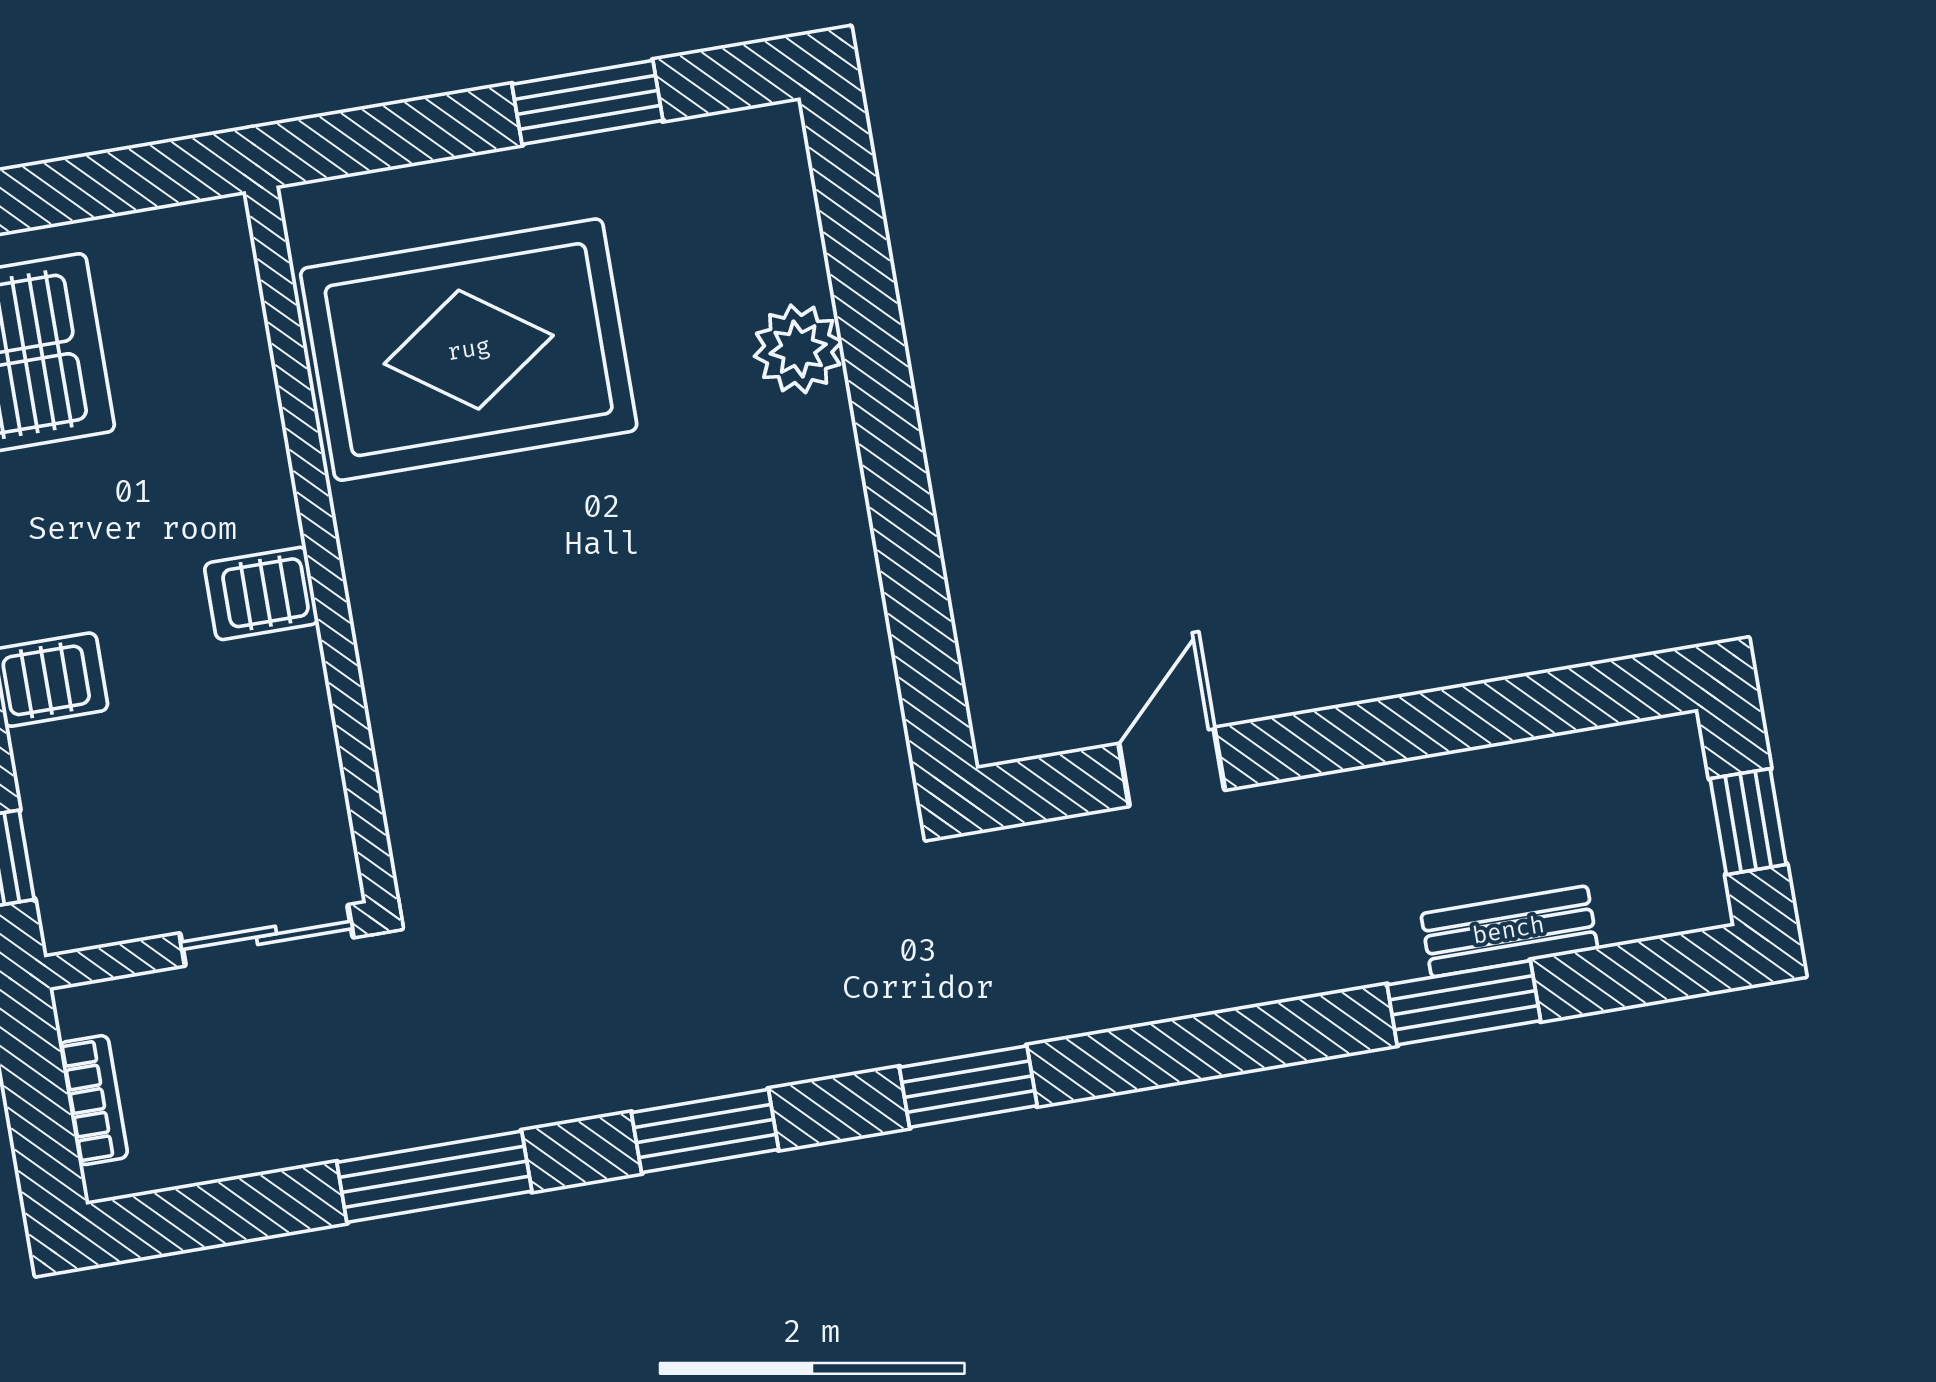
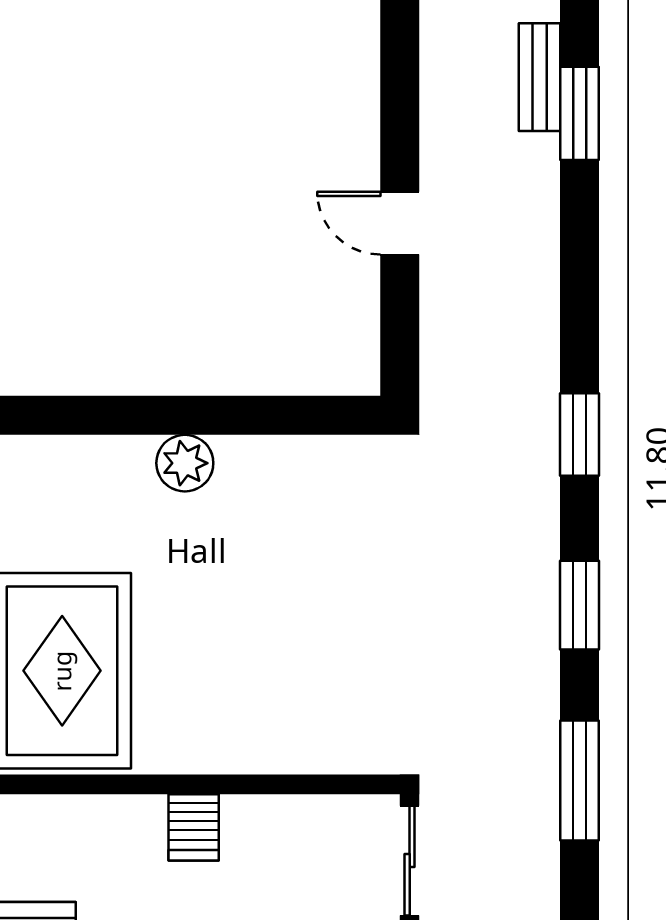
plant: (798, 349) -> (185, 463), moved
door: (1172, 767) -> (400, 223), moved

